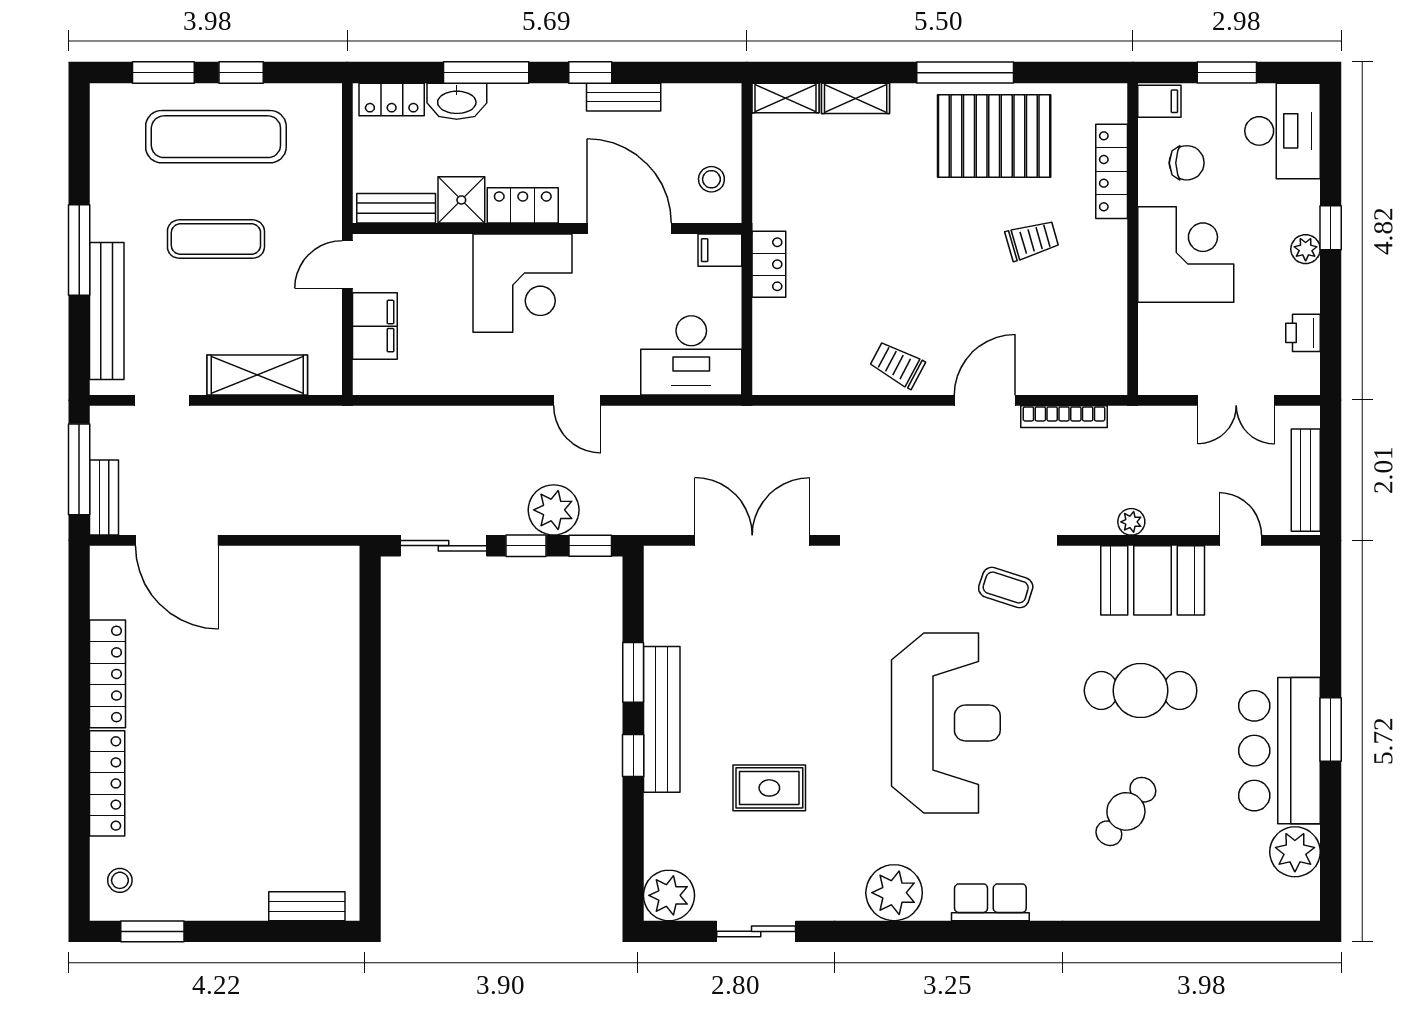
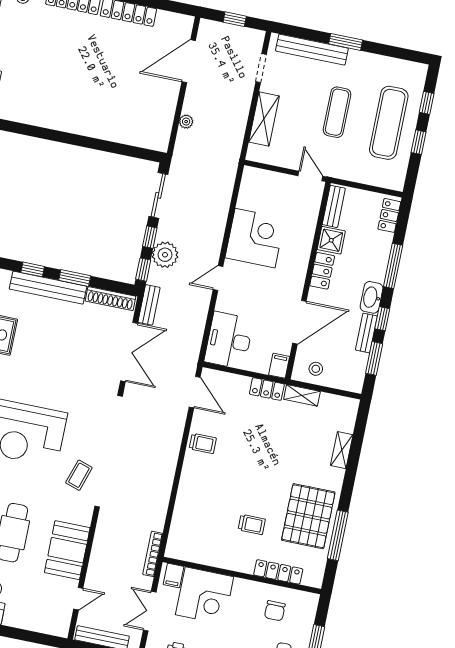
window: (163, 73) -> (427, 103), width x0.67
window: (669, 73) -> (374, 358), added
window: (965, 73) -> (338, 535), moved
shelving: (786, 98) -> (302, 395), moved, turned 90
washbasin: (457, 101) -> (372, 297), moved
filing cabinet: (1159, 101) -> (174, 576), moved
trolley: (1032, 240) -> (252, 524), turned -74
window: (79, 250) -> (346, 42), width x0.69
corner desk: (1186, 254) -> (205, 596), moved
corner desk: (523, 283) -> (255, 238), moved, turned 180
filing cabinet: (375, 326) -> (277, 183), removed
trolley: (897, 365) -> (203, 443), turned 62
door: (985, 400) -> (195, 392), moved
bookcase: (1064, 417) -> (153, 554), moved
window: (79, 469) -> (235, 19), width x0.46
bench: (104, 498) -> (149, 305), moved, turned 90
plant: (1131, 522) -> (186, 122), moved
shoe rack: (658, 596) -> (111, 299), added

